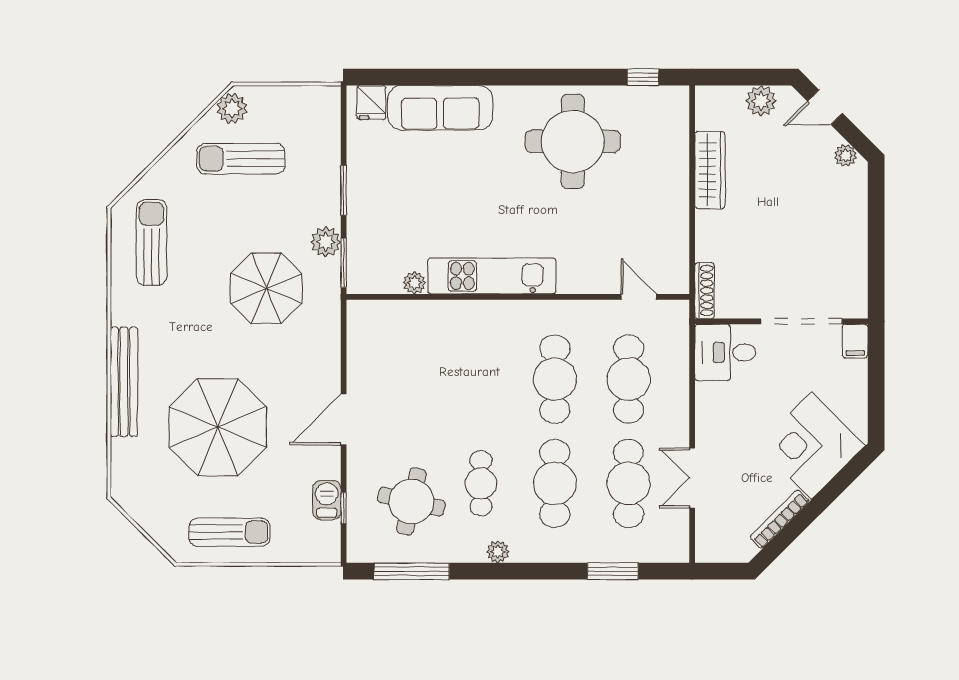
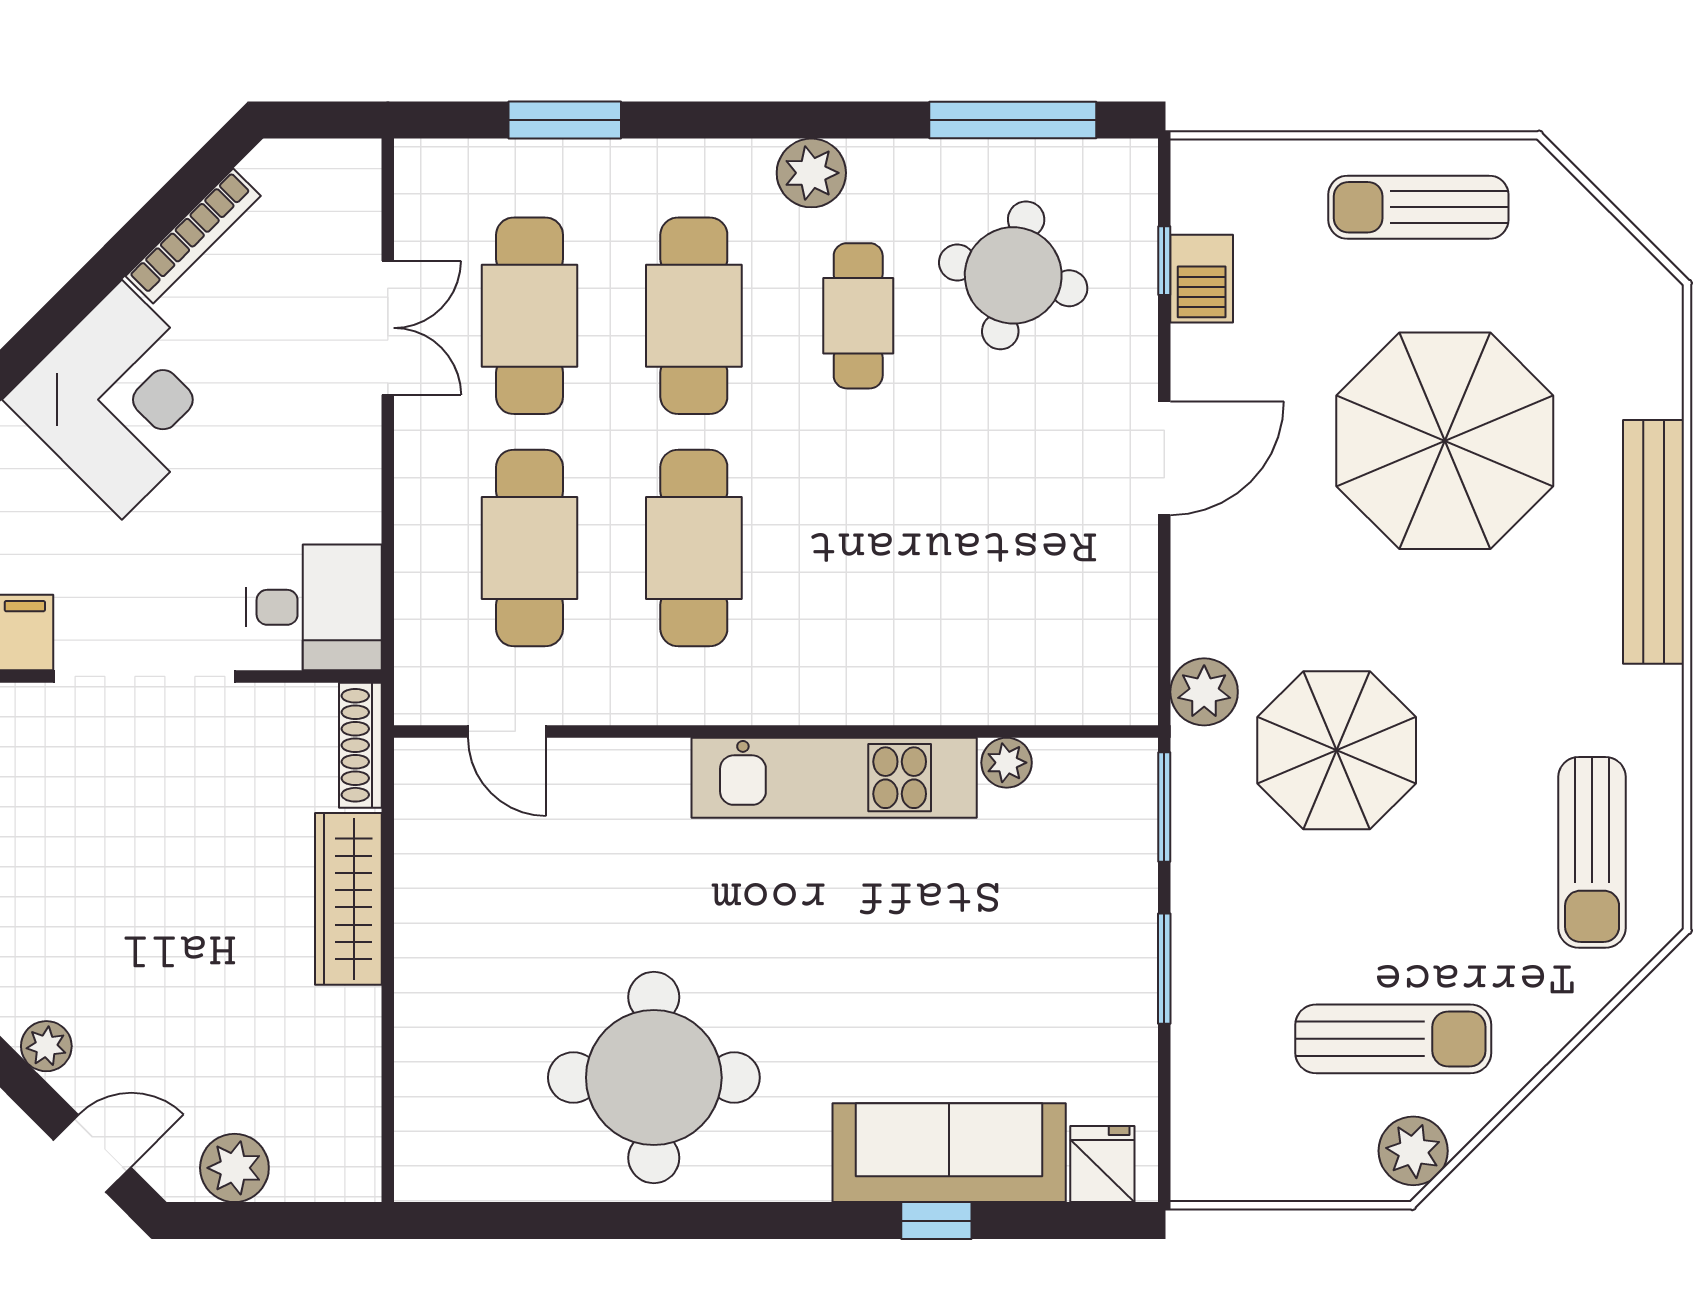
window: (643, 77) -> (936, 1221), moved
wardrobe: (710, 170) -> (348, 899), moved
plant: (326, 242) -> (1204, 692), moved
plant: (498, 552) -> (811, 173), width x1.38, depth x1.38

